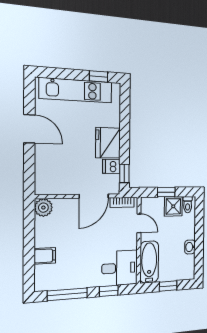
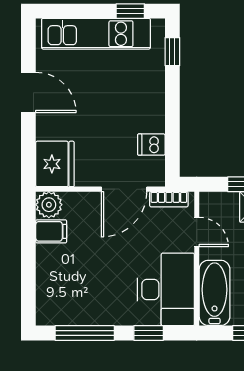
fridge: (108, 143) -> (55, 164), moved, turned 180
window: (124, 173) -> (172, 52), moved
filing cabinet: (45, 256) -> (51, 231), moved
desk: (120, 268) -> (166, 289), width x1.37

